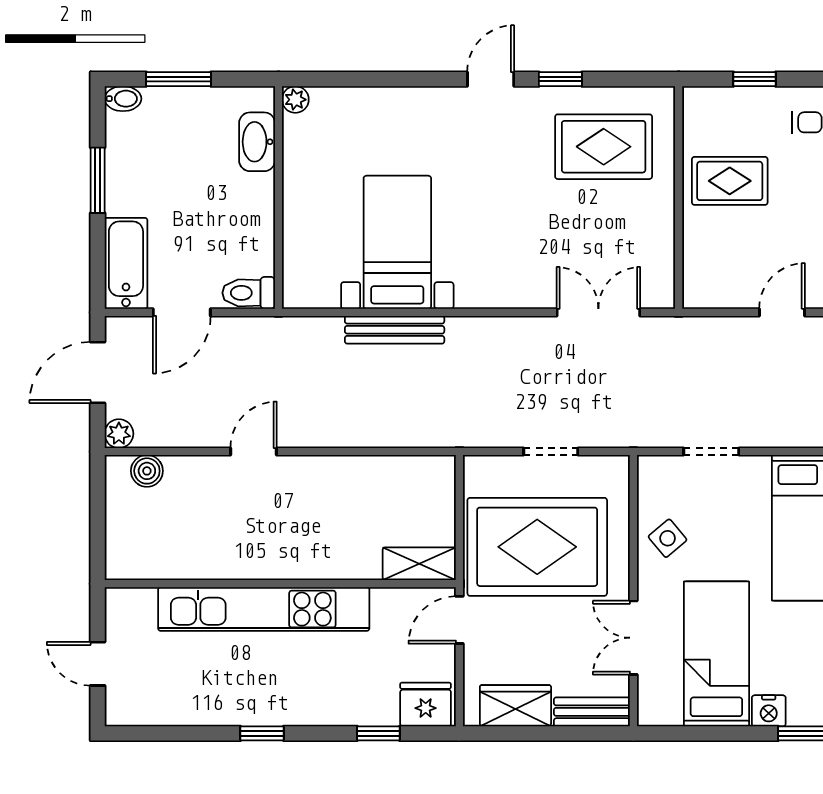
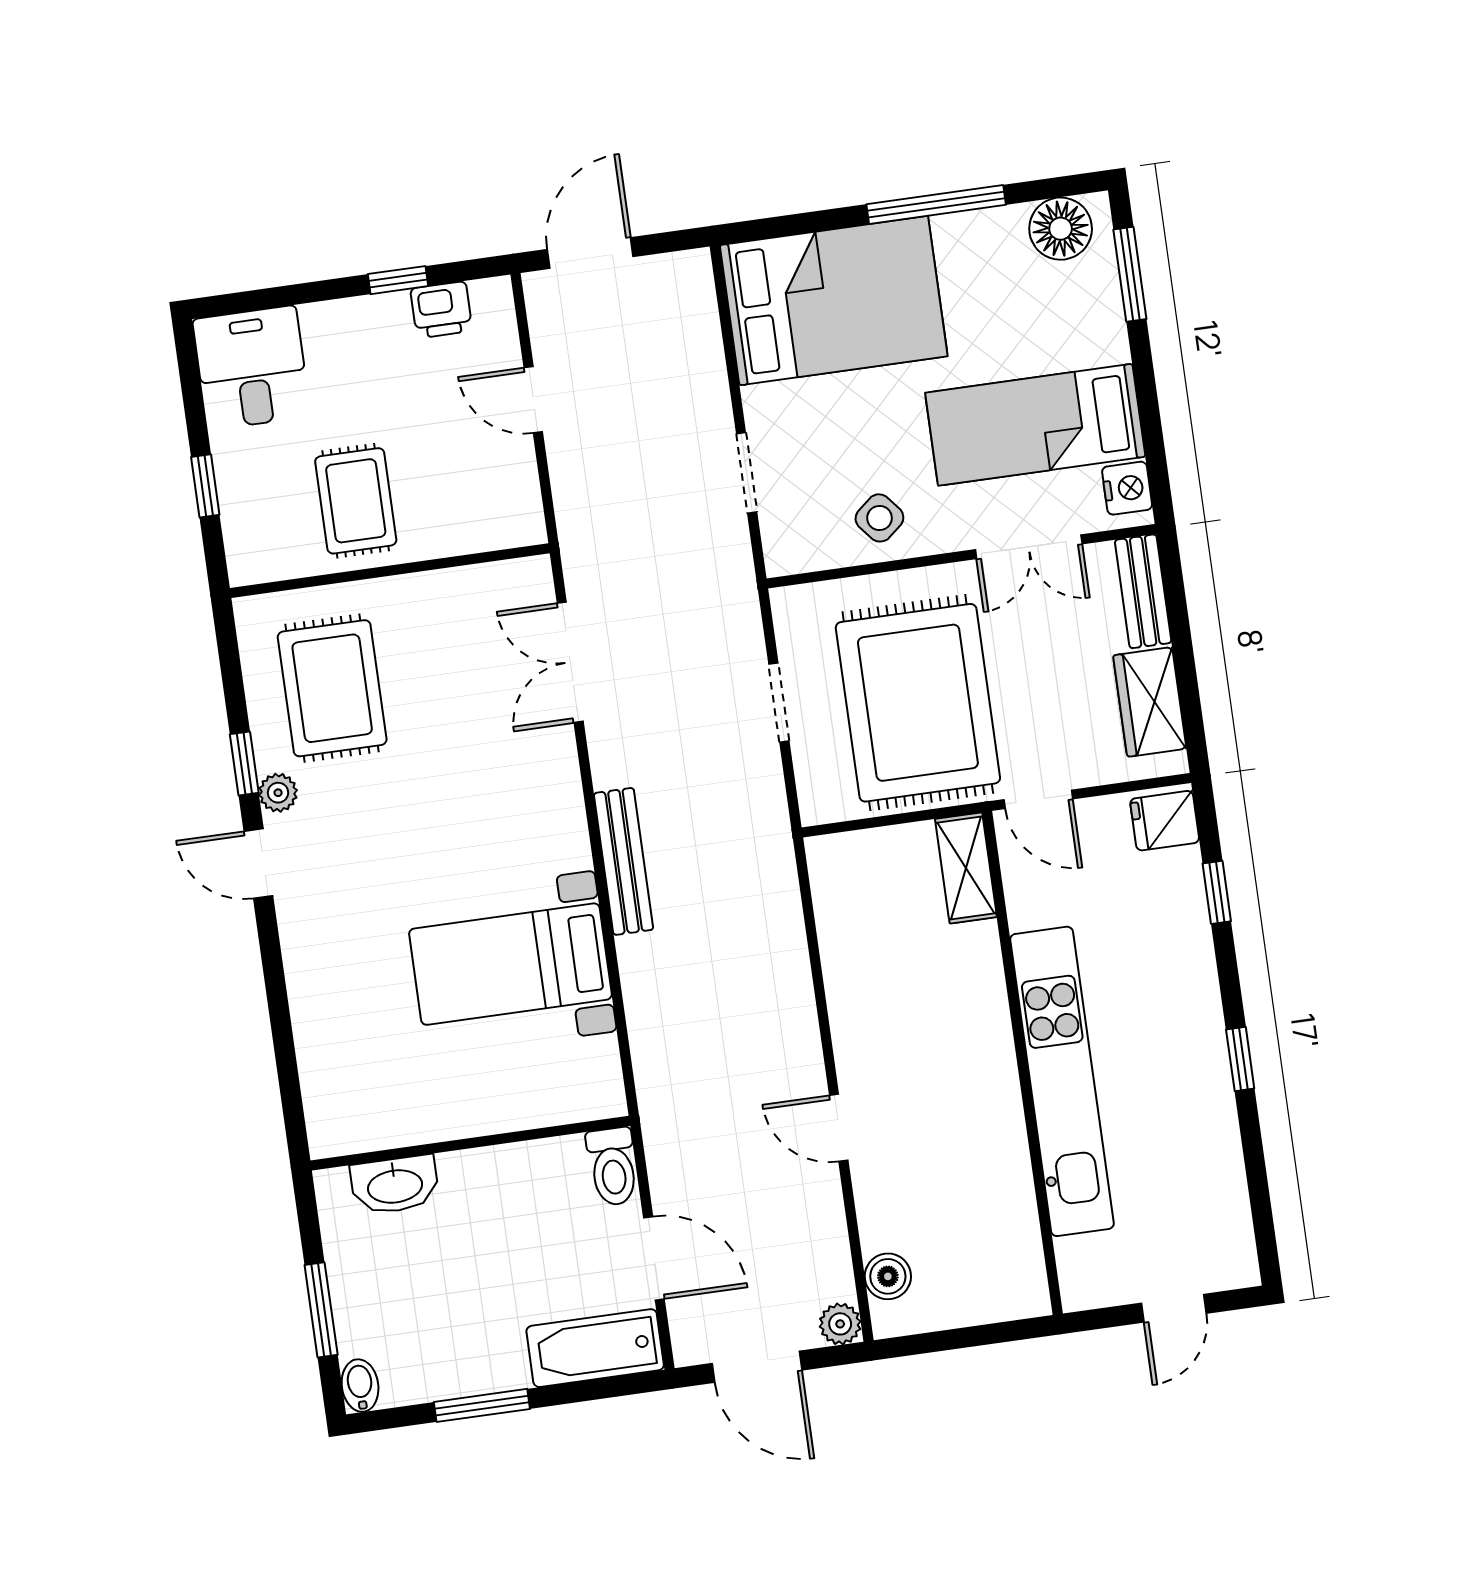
plant: (295, 100) -> (278, 793), moved
bench: (395, 330) -> (624, 861), moved
fridge: (426, 705) -> (1165, 821), width x0.72
nightstand: (769, 711) -> (1127, 488), moved

